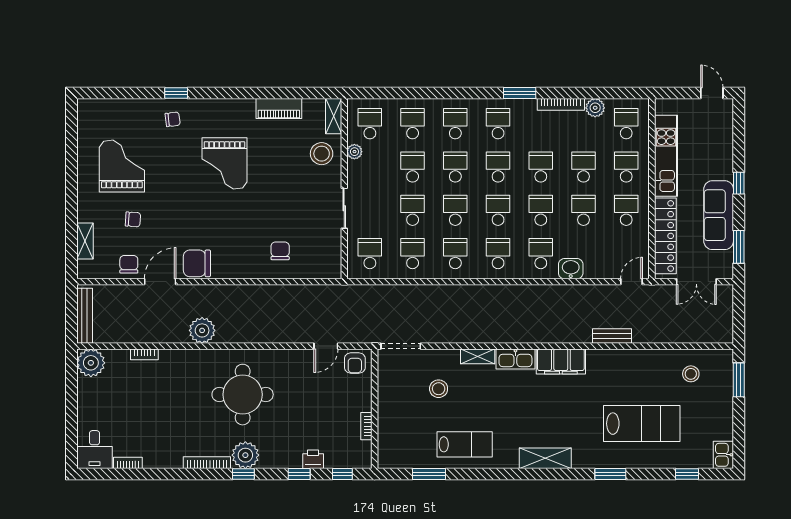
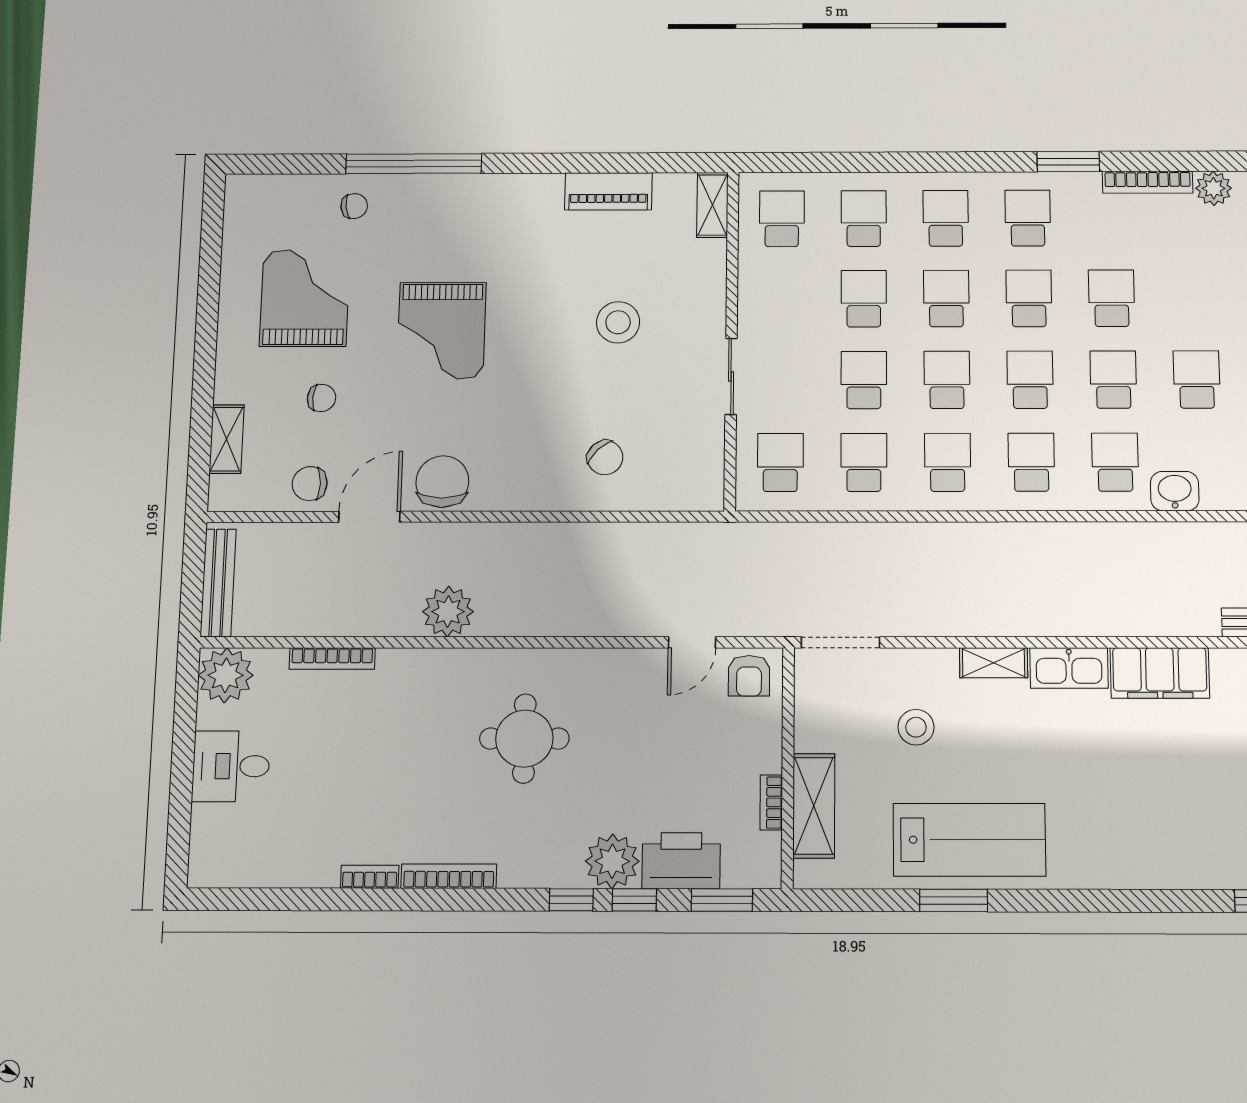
window: (176, 93) -> (414, 164), width x3.17
chair: (173, 119) -> (354, 206), moved
plant: (354, 152) -> (752, 270), removed
stool: (322, 154) -> (618, 322), moved
grand piano: (224, 163) -> (441, 331), moved
school desk: (583, 167) -> (1194, 298), removed
chair: (280, 251) -> (605, 458), turned 137
chair: (197, 263) -> (442, 482), turned 90
chair: (129, 264) -> (310, 484), turned -90
bookcase: (144, 354) -> (332, 658), width x1.56
round table: (243, 395) -> (524, 739), width x0.73, depth x0.73
lab bench: (465, 444) -> (969, 840), width x1.36, depth x1.39
desk: (94, 450) -> (231, 766), moved, turned 90
plant: (245, 455) -> (612, 861), moved
shelving: (545, 458) -> (814, 806), moved, turned 90
printer: (313, 459) -> (681, 861), width x1.87, depth x1.48
bookcase: (128, 463) -> (370, 877), moved
window: (243, 474) -> (571, 900), moved
window: (342, 474) -> (722, 900), width x1.50
window: (429, 474) -> (954, 900), moved

